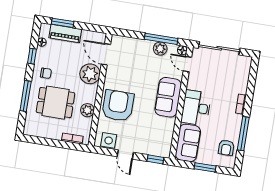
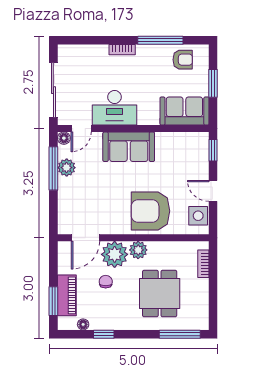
chair: (46, 73) -> (106, 282), moved
window: (26, 96) -> (180, 334), moved
desk: (196, 108) -> (115, 108), moved
plant: (87, 110) -> (138, 250), moved
door: (125, 154) -> (213, 191), swing flipped

